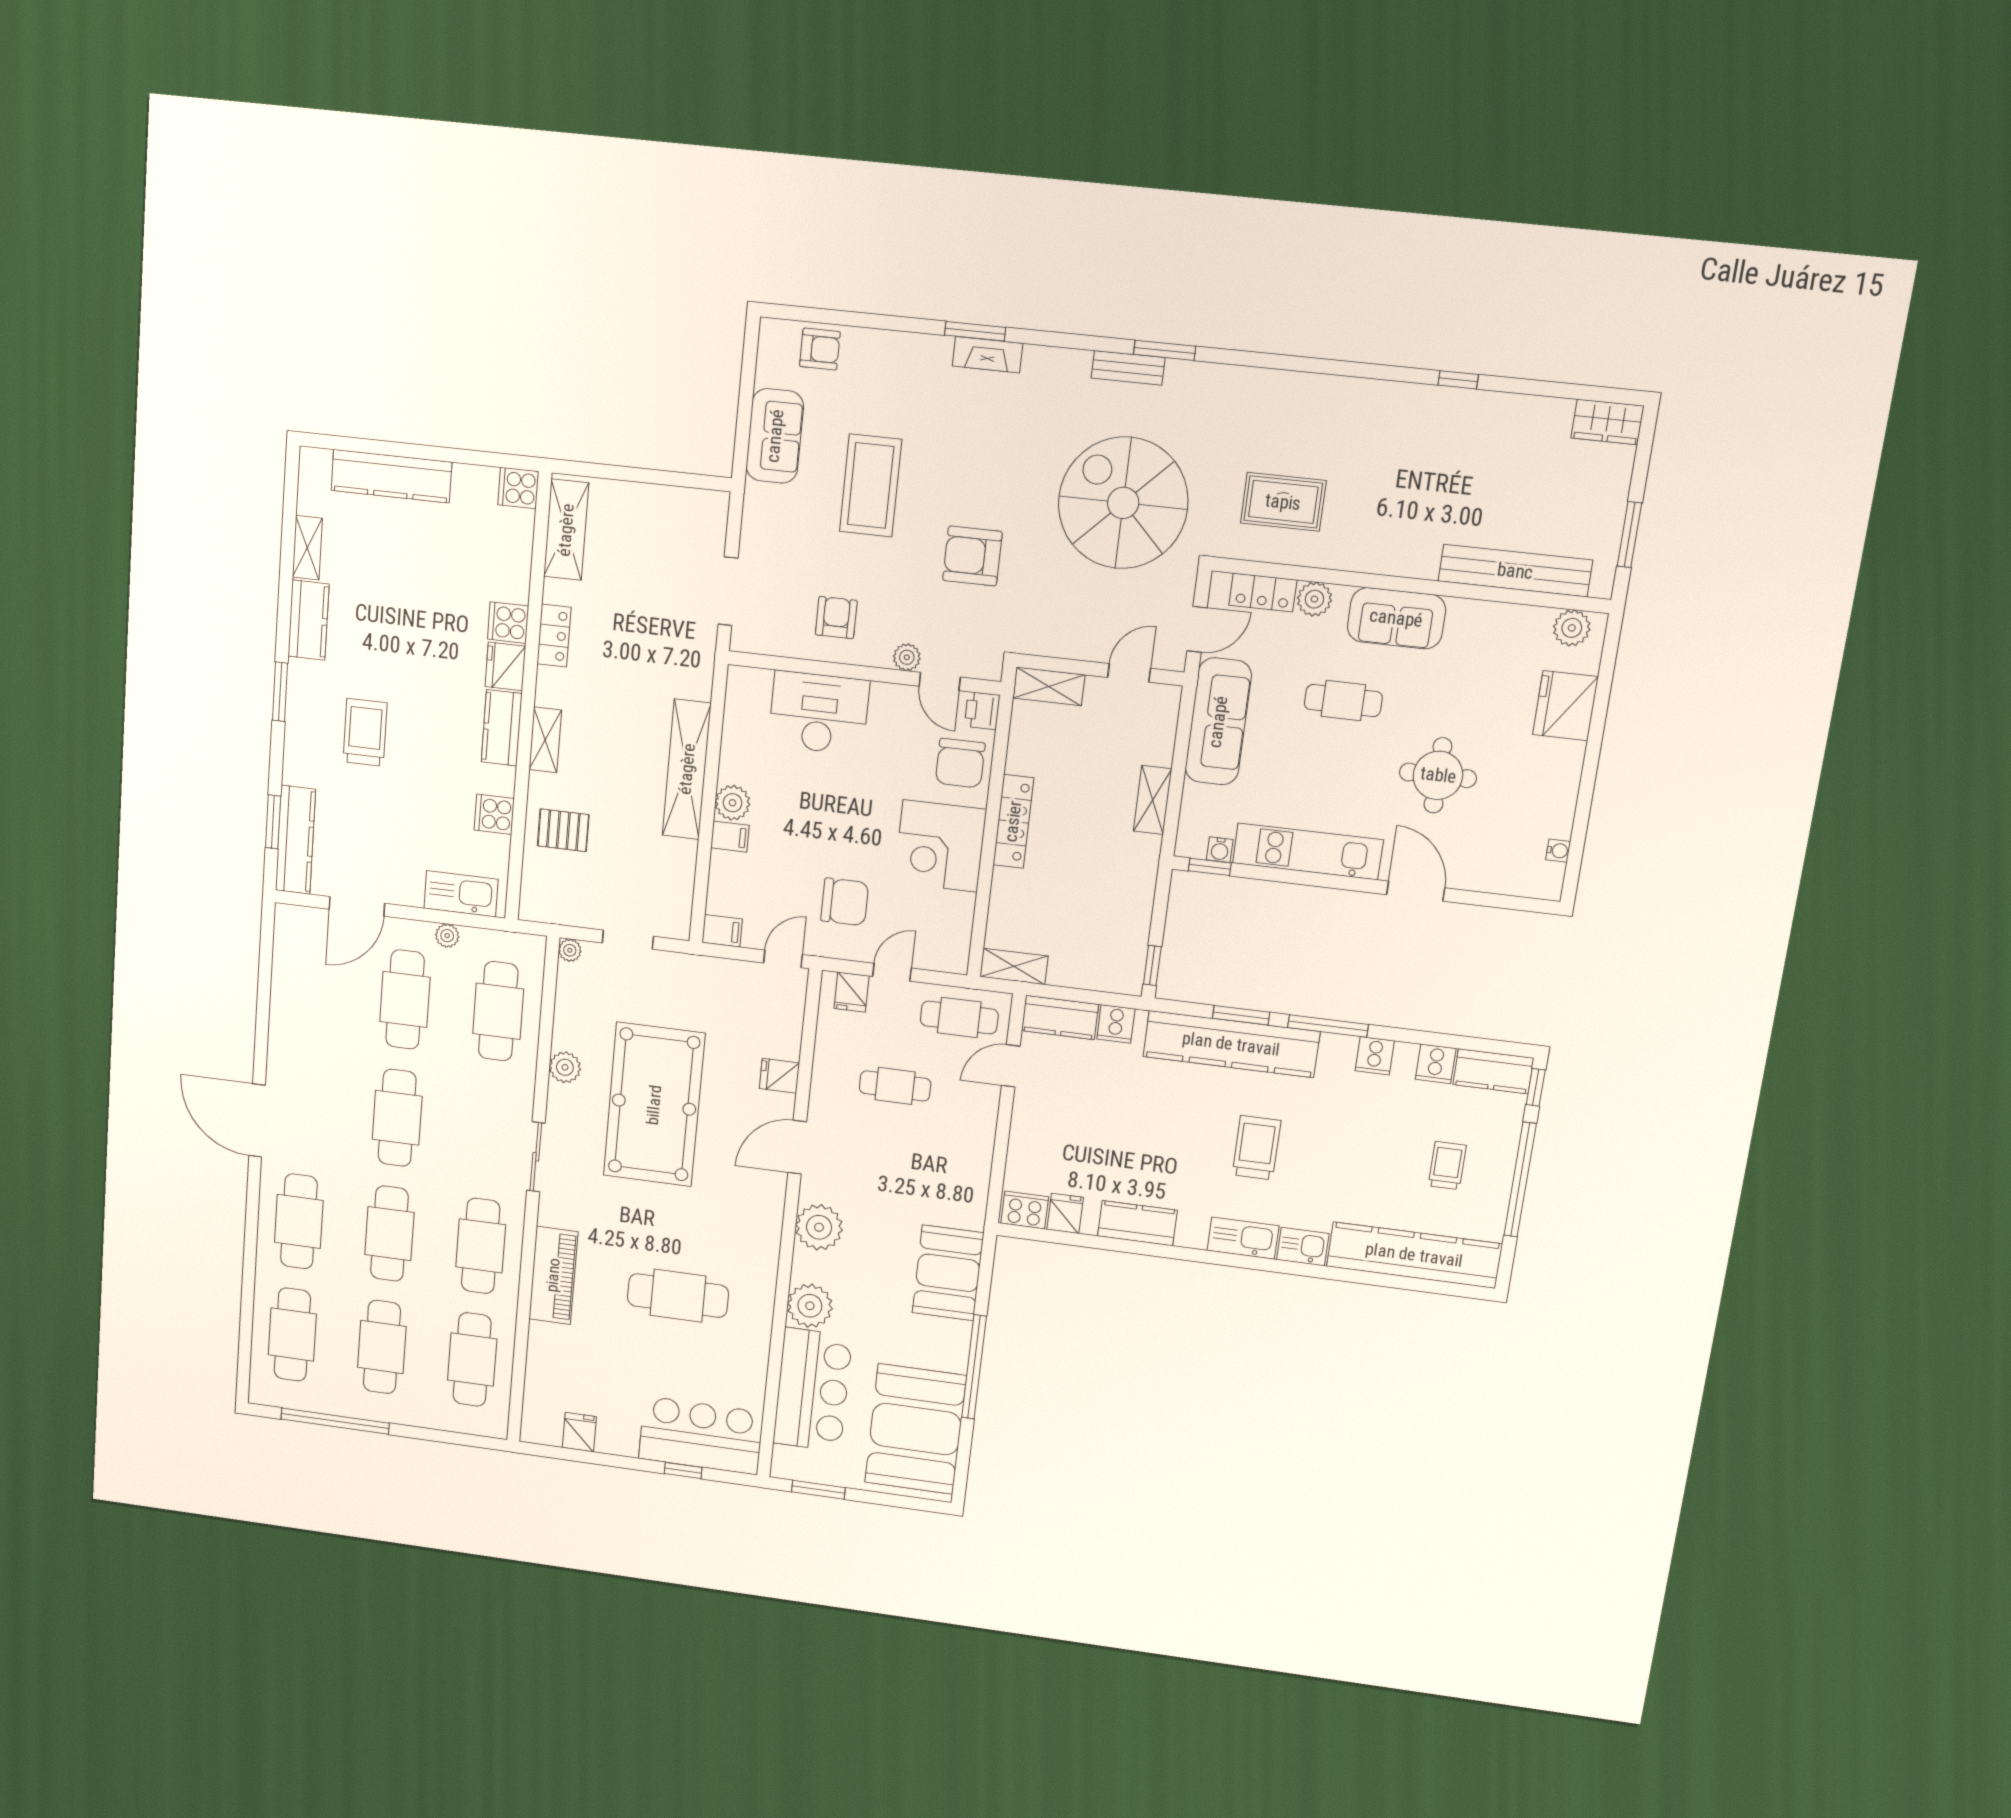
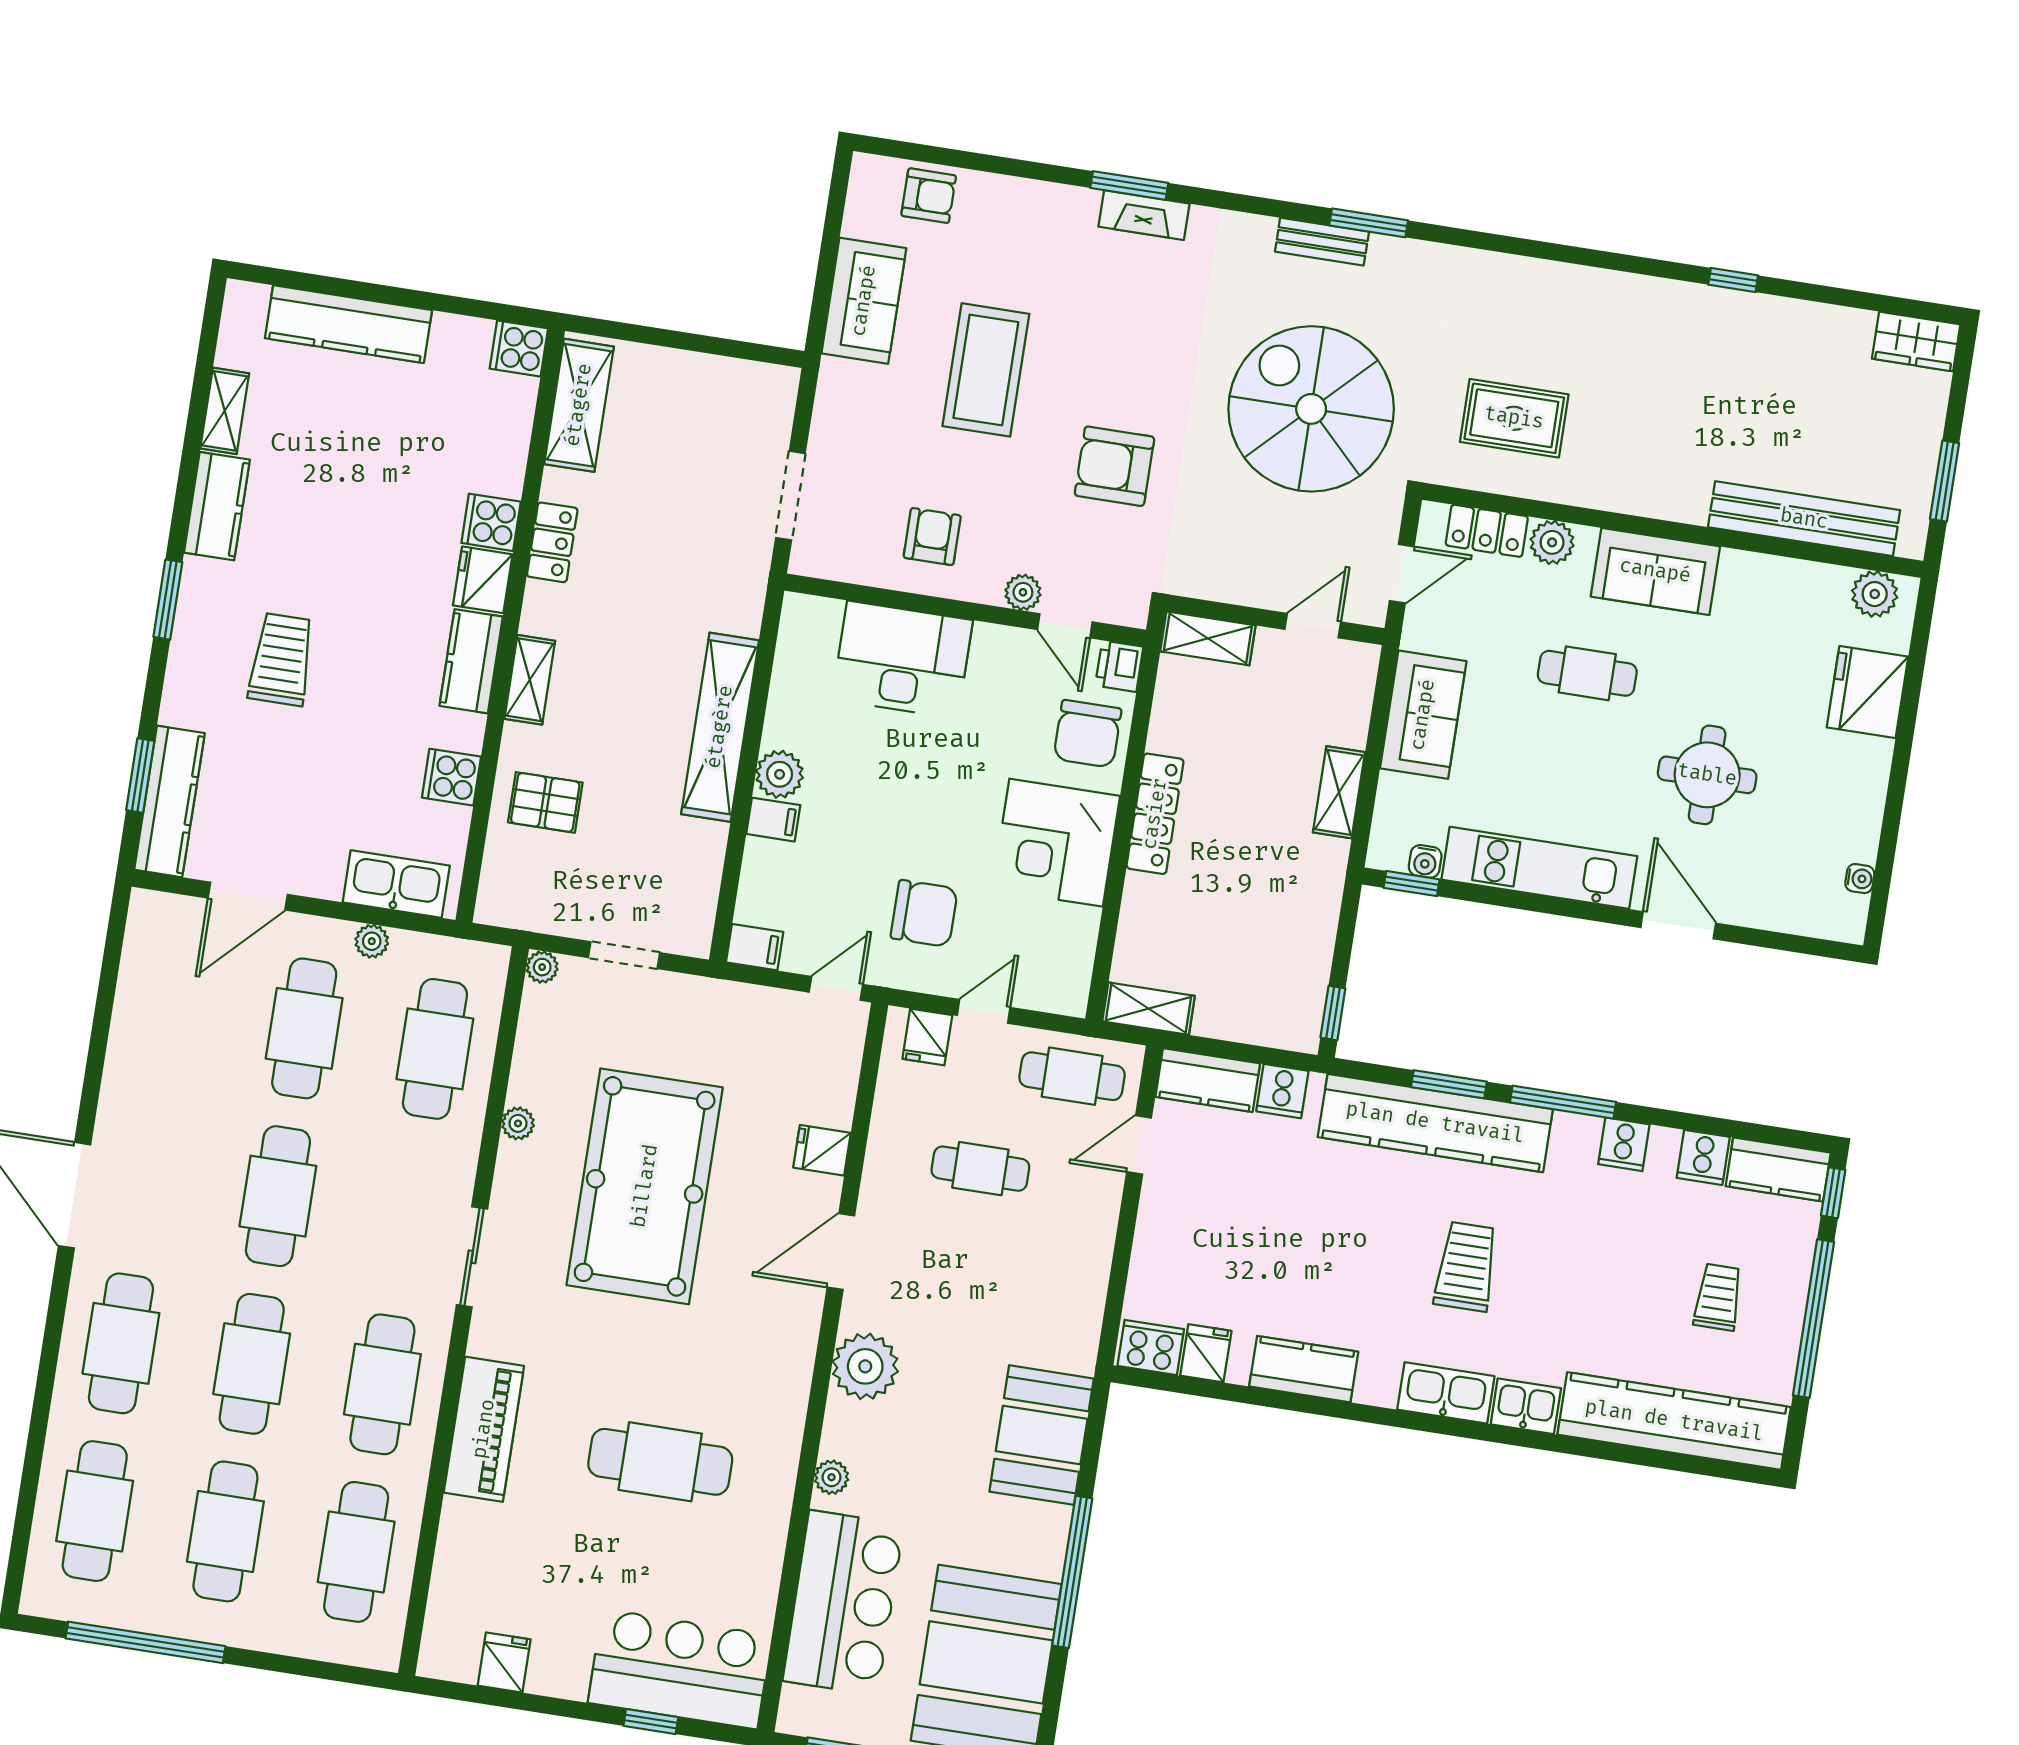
sofa: (1218, 722) -> (1423, 715), width x0.73
plant: (565, 1067) -> (518, 1123), width x0.73, depth x0.73
plant: (810, 1306) -> (832, 1477), width x0.53, depth x0.53

